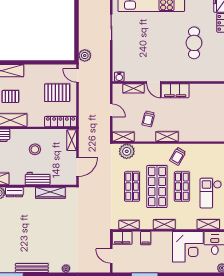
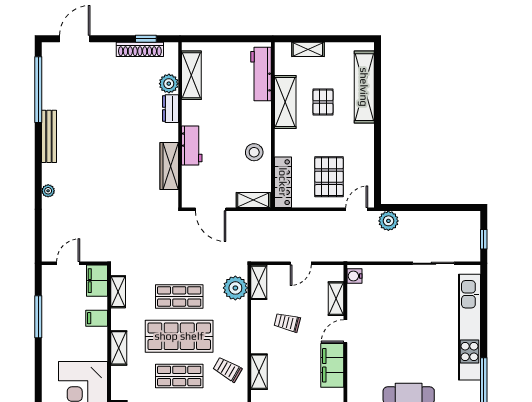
shelving: (167, 137) -> (259, 372), moved
stool: (35, 149) -> (254, 152), moved

